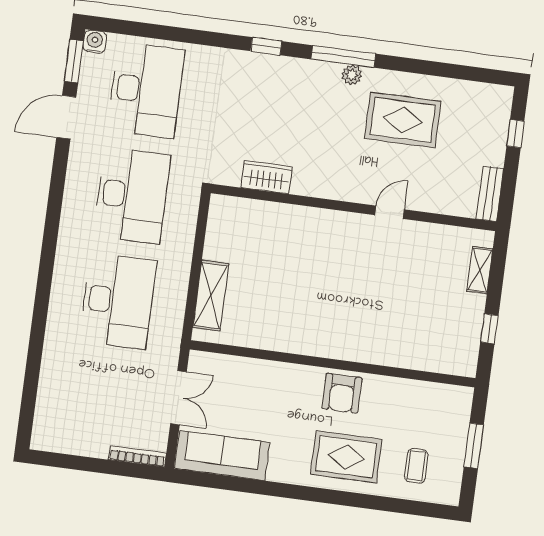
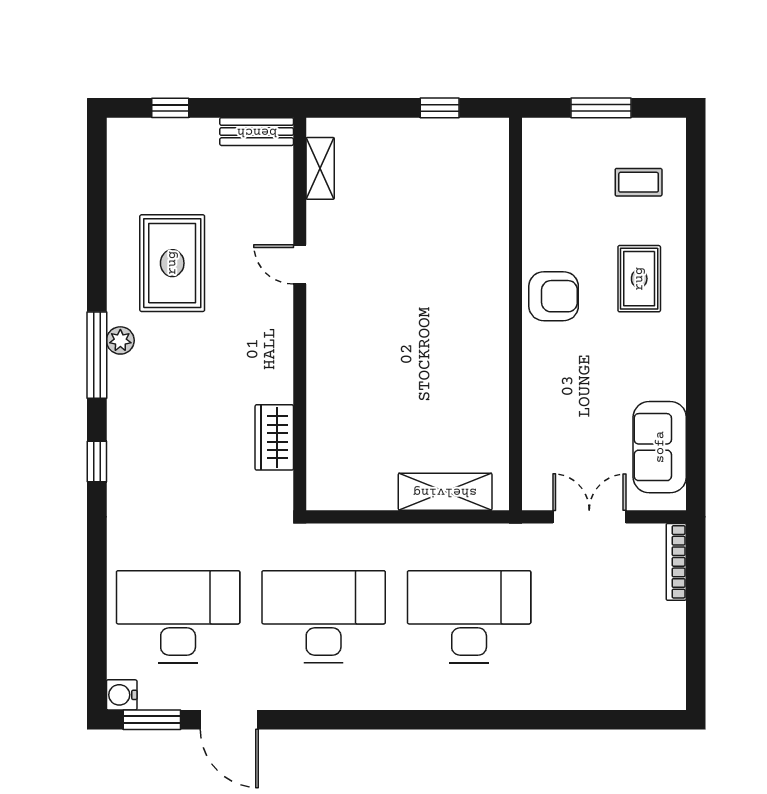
shelving: (480, 270) -> (320, 168), moved, turned 90
sofa: (222, 455) -> (660, 447), width x0.73
rug: (346, 457) -> (639, 279), width x0.73, depth x0.70

